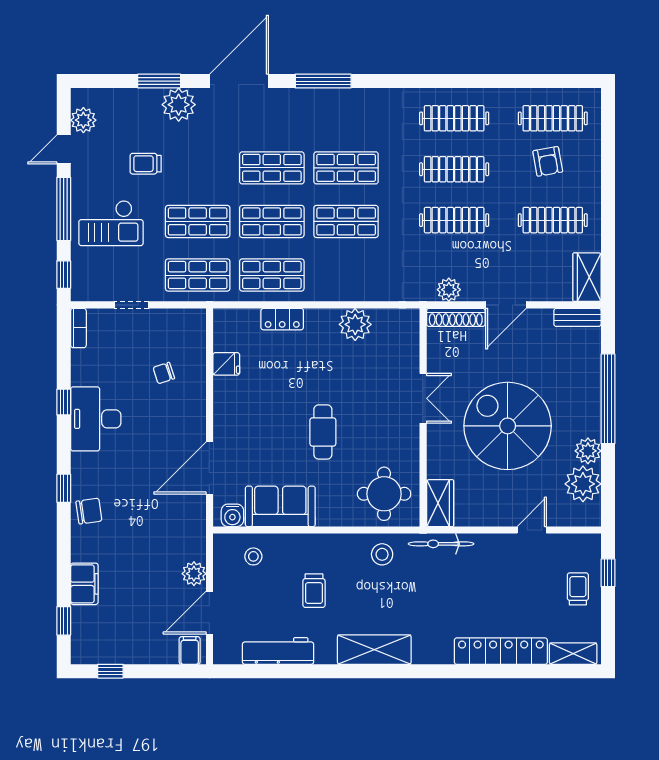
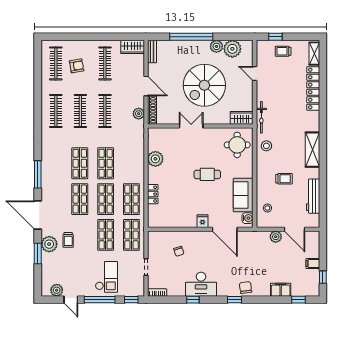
trolley: (146, 164) -> (68, 240), moved
fridge: (226, 364) -> (202, 221), moved
filing cabinet: (190, 650) -> (313, 263), moved

